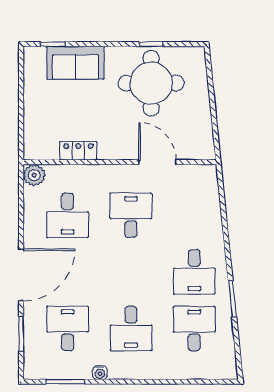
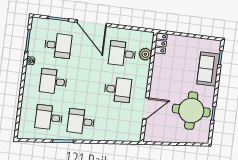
locker: (78, 151) -> (161, 44), moved
plant: (34, 175) -> (145, 54), moved
desk: (194, 328) -> (49, 117), turned 180

